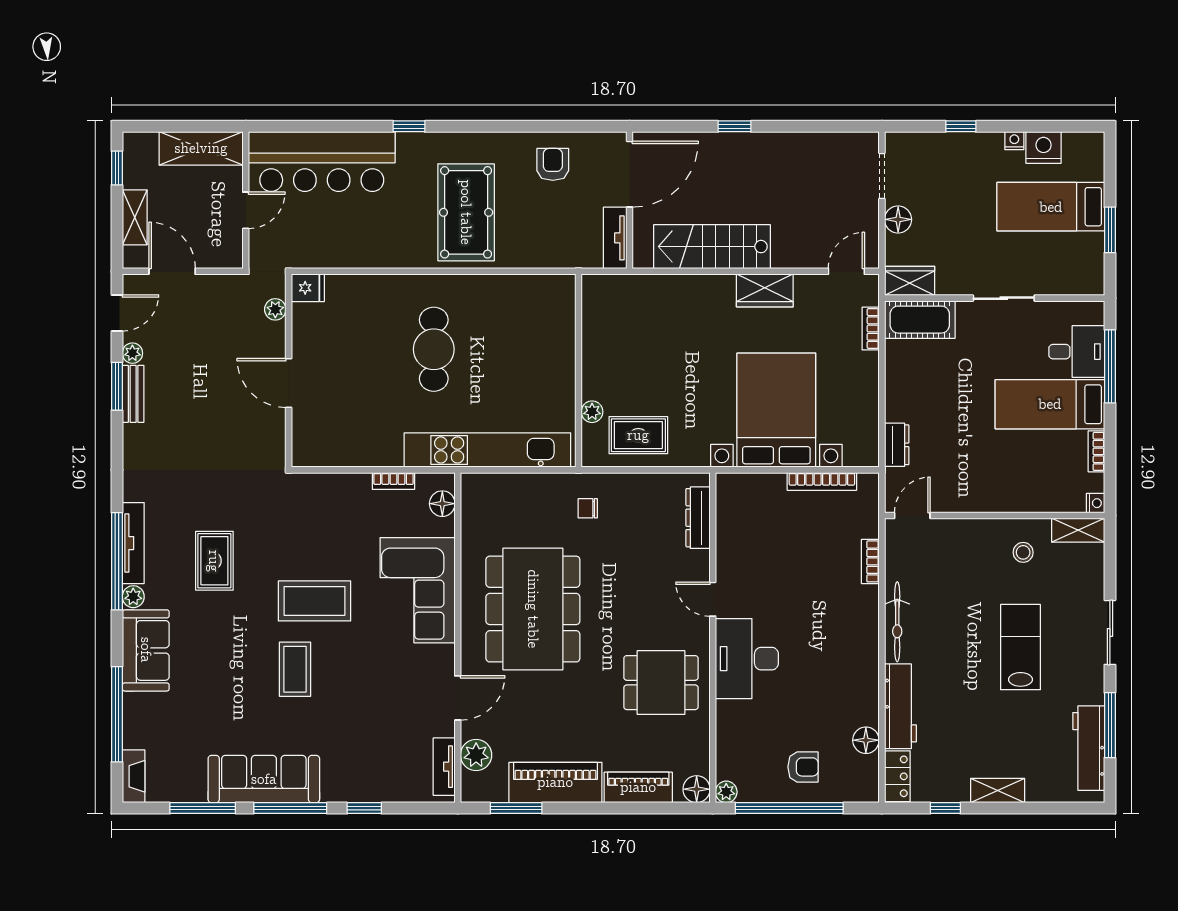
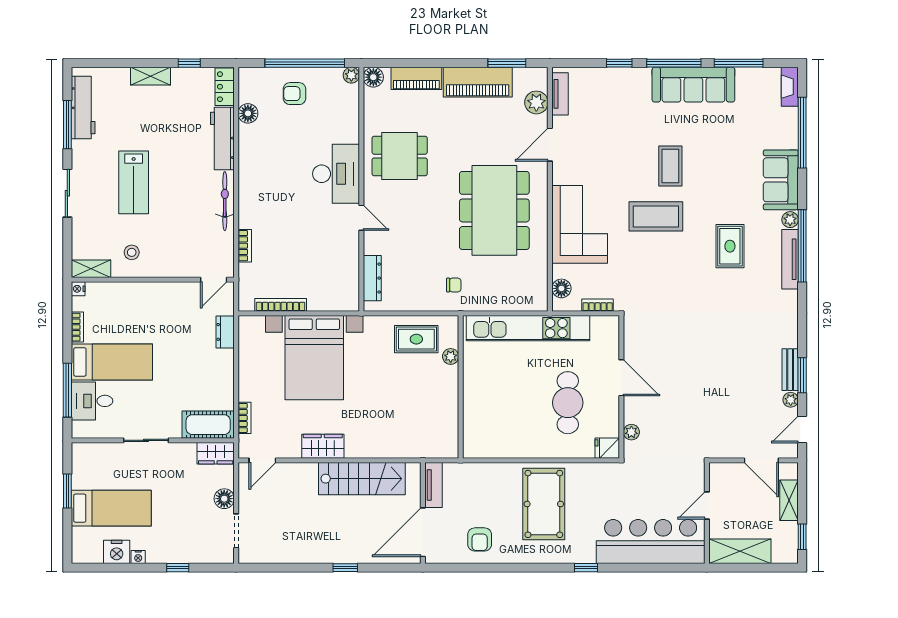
fridge: (308, 288) -> (607, 448), moved
plant: (275, 309) -> (631, 432), moved
wall: (289, 371) -> (621, 387), moved
door: (289, 383) -> (621, 378), moved

